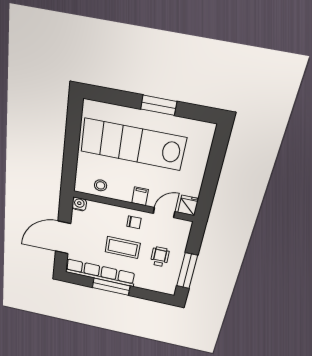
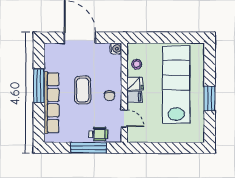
fridge: (188, 205) -> (135, 84), moved
wheelchair: (160, 257) -> (98, 134), moved
window: (187, 271) -> (89, 148), moved
row of seats: (100, 273) -> (51, 103), moved

